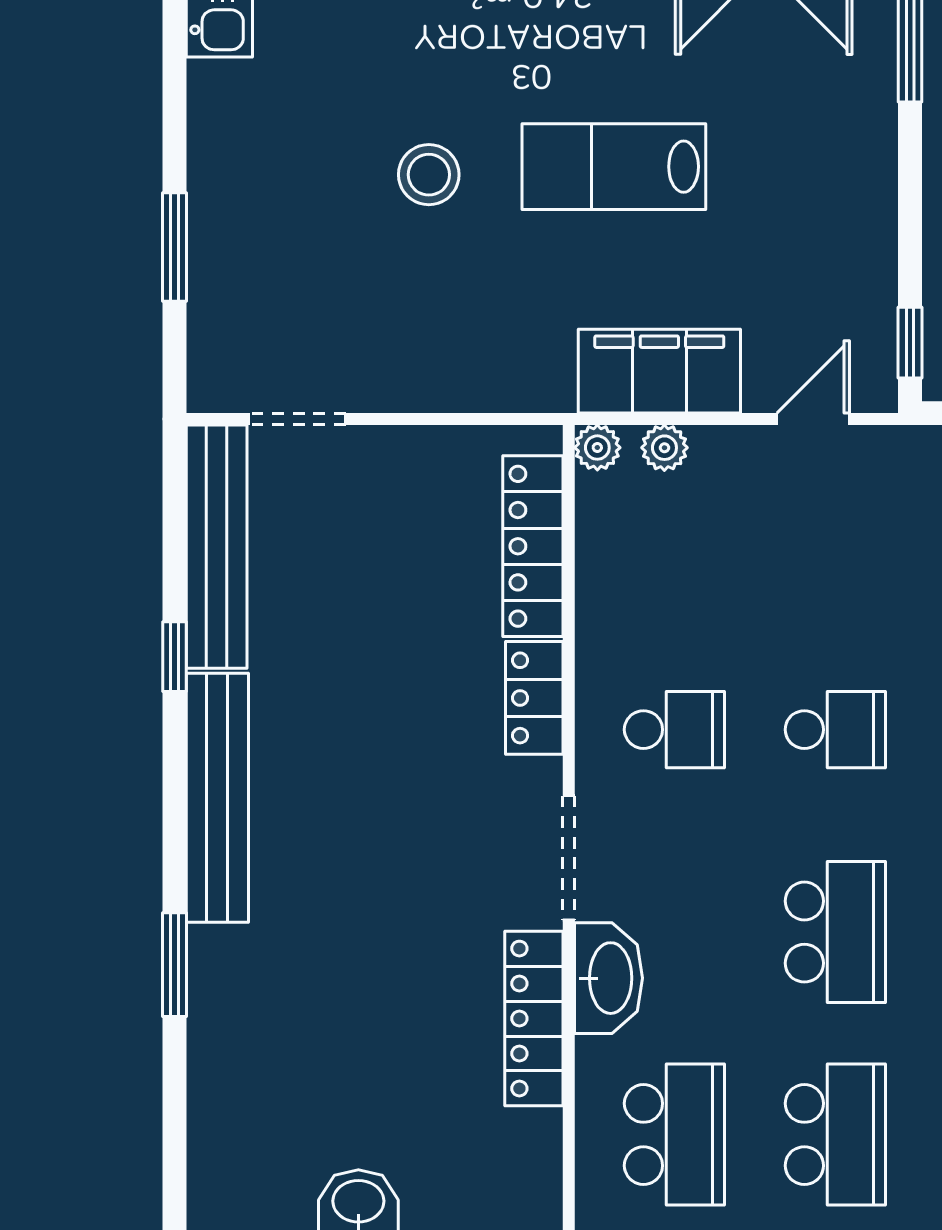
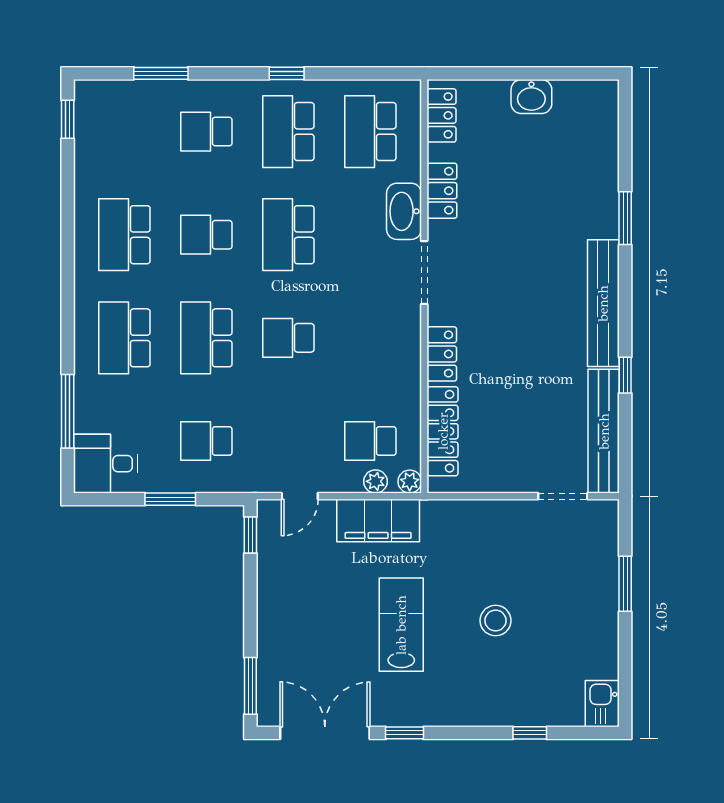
lab bench: (614, 167) -> (401, 625), turned -90
school desk: (674, 730) -> (370, 441), moved
locker: (534, 1019) -> (442, 191), width x0.66
locker: (535, 1166) -> (442, 115), added

